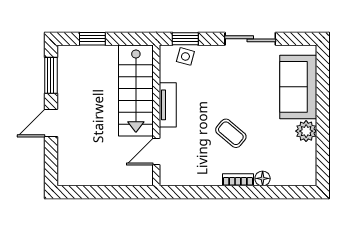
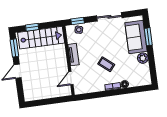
window: (323, 90) -> (148, 37), added
stairs: (136, 91) -> (41, 38), moved, turned -90

